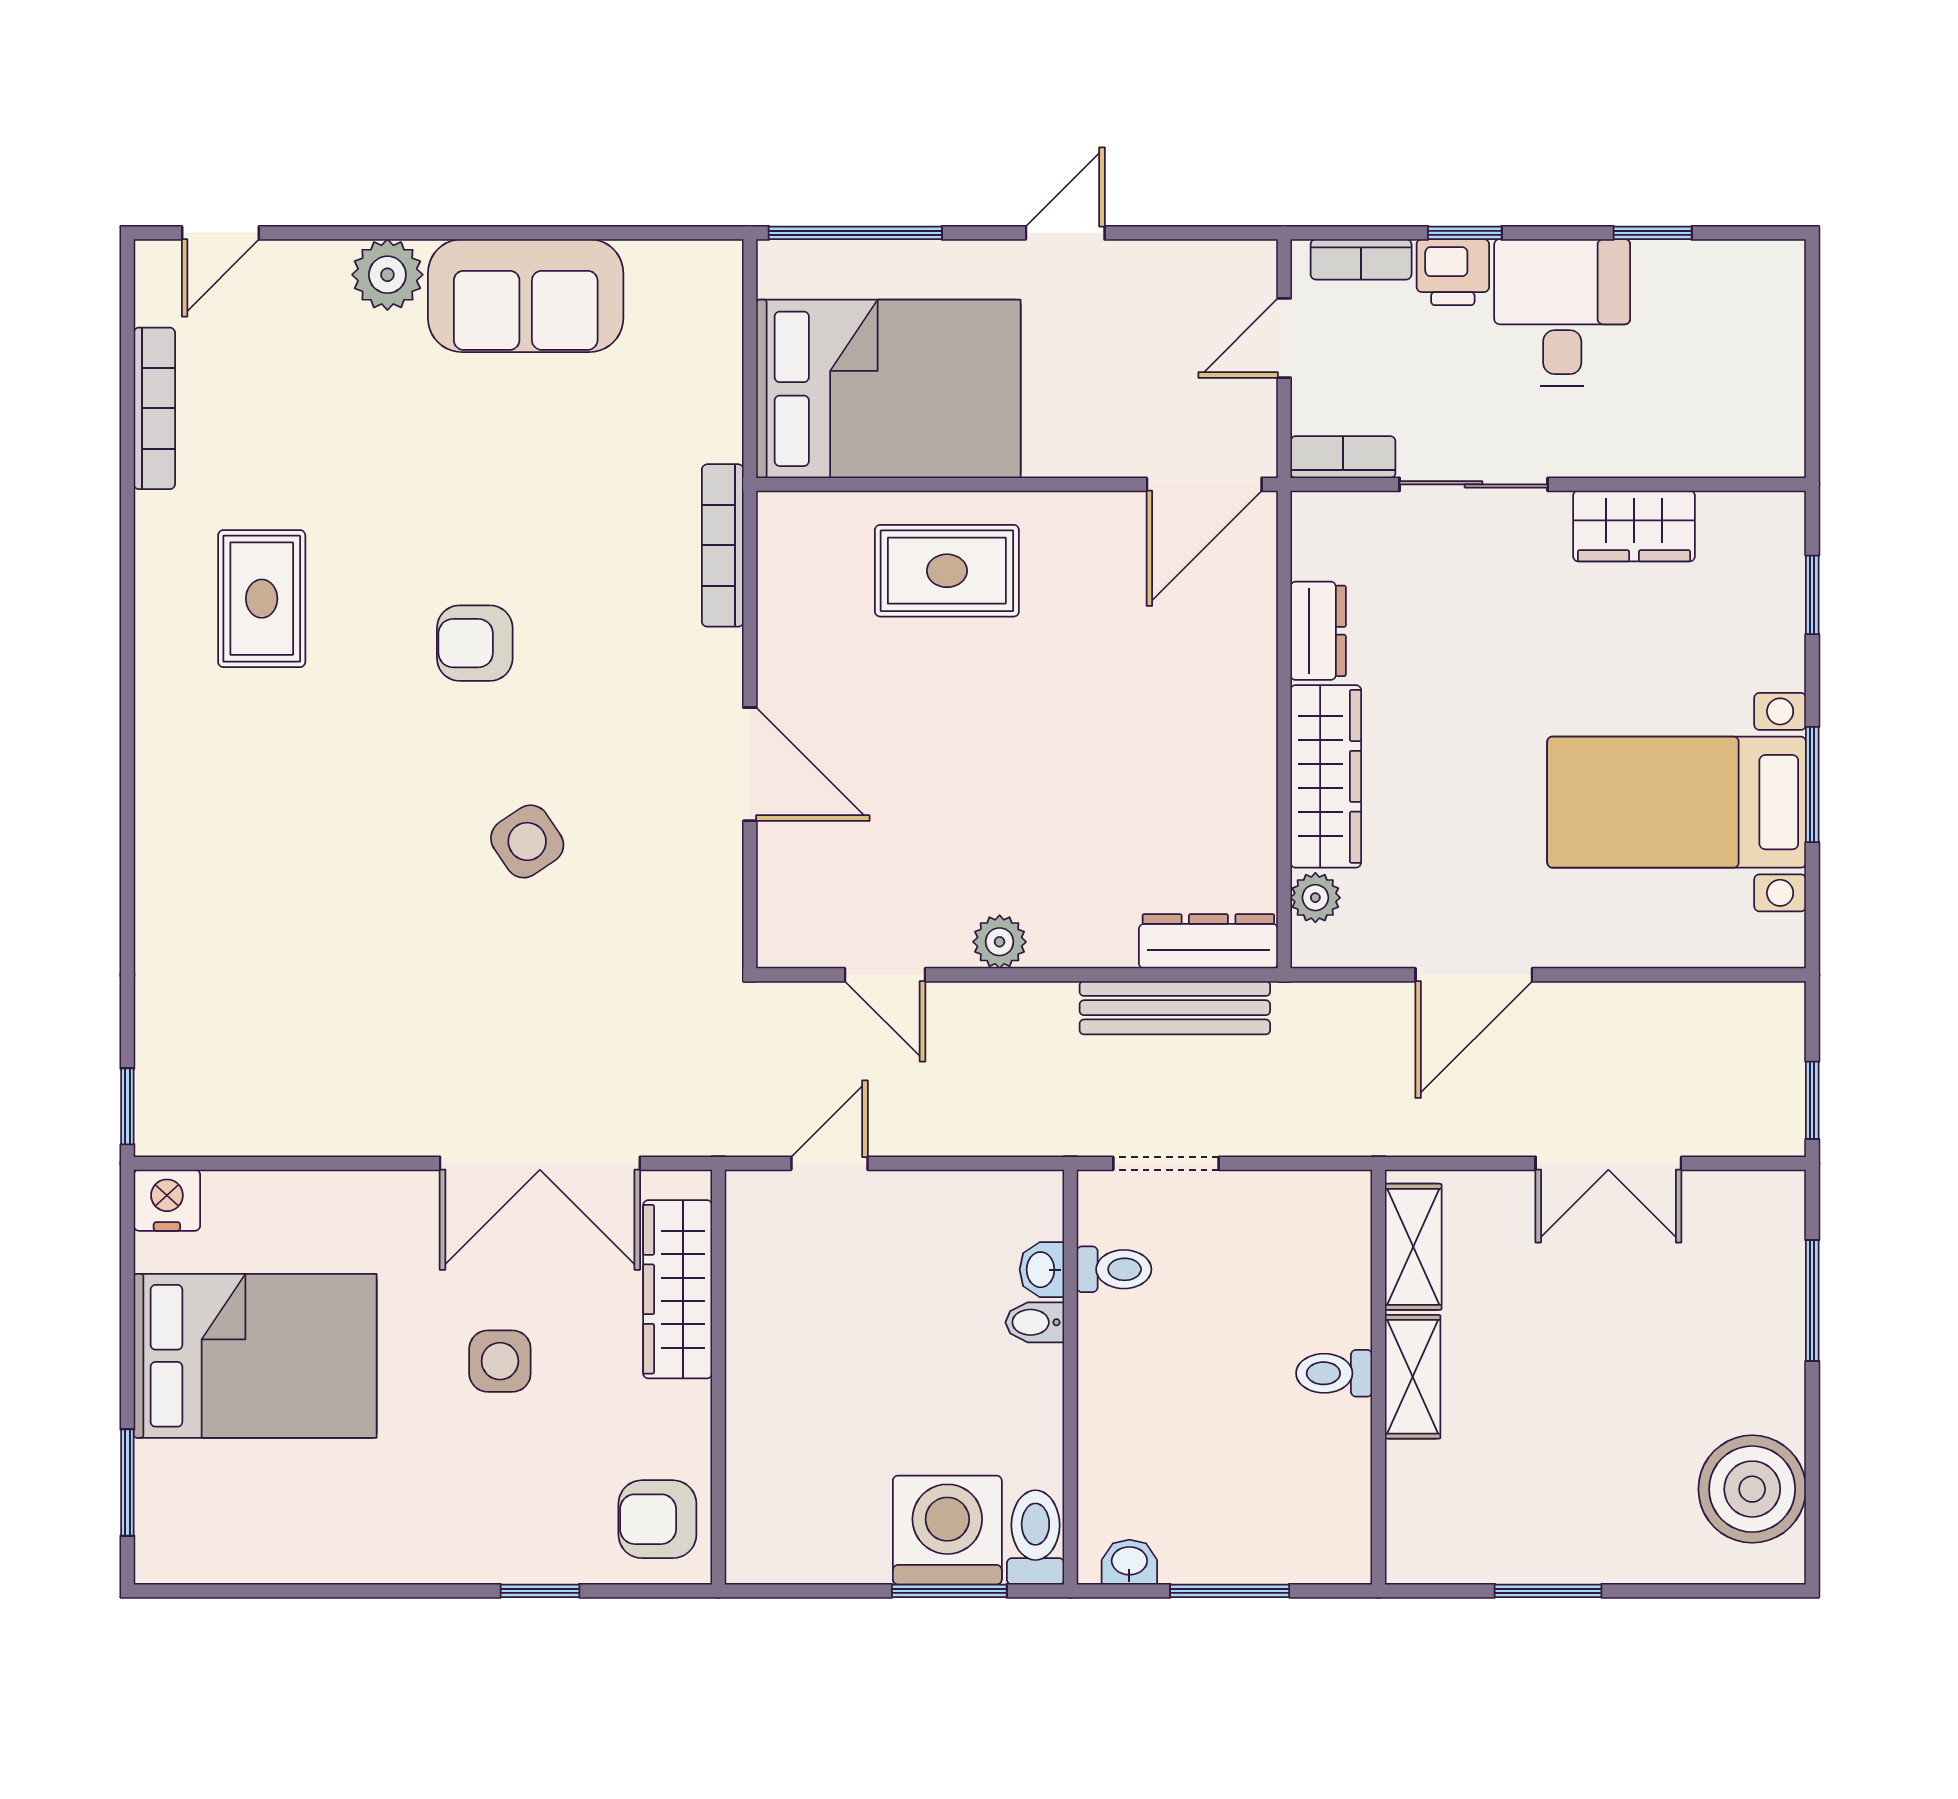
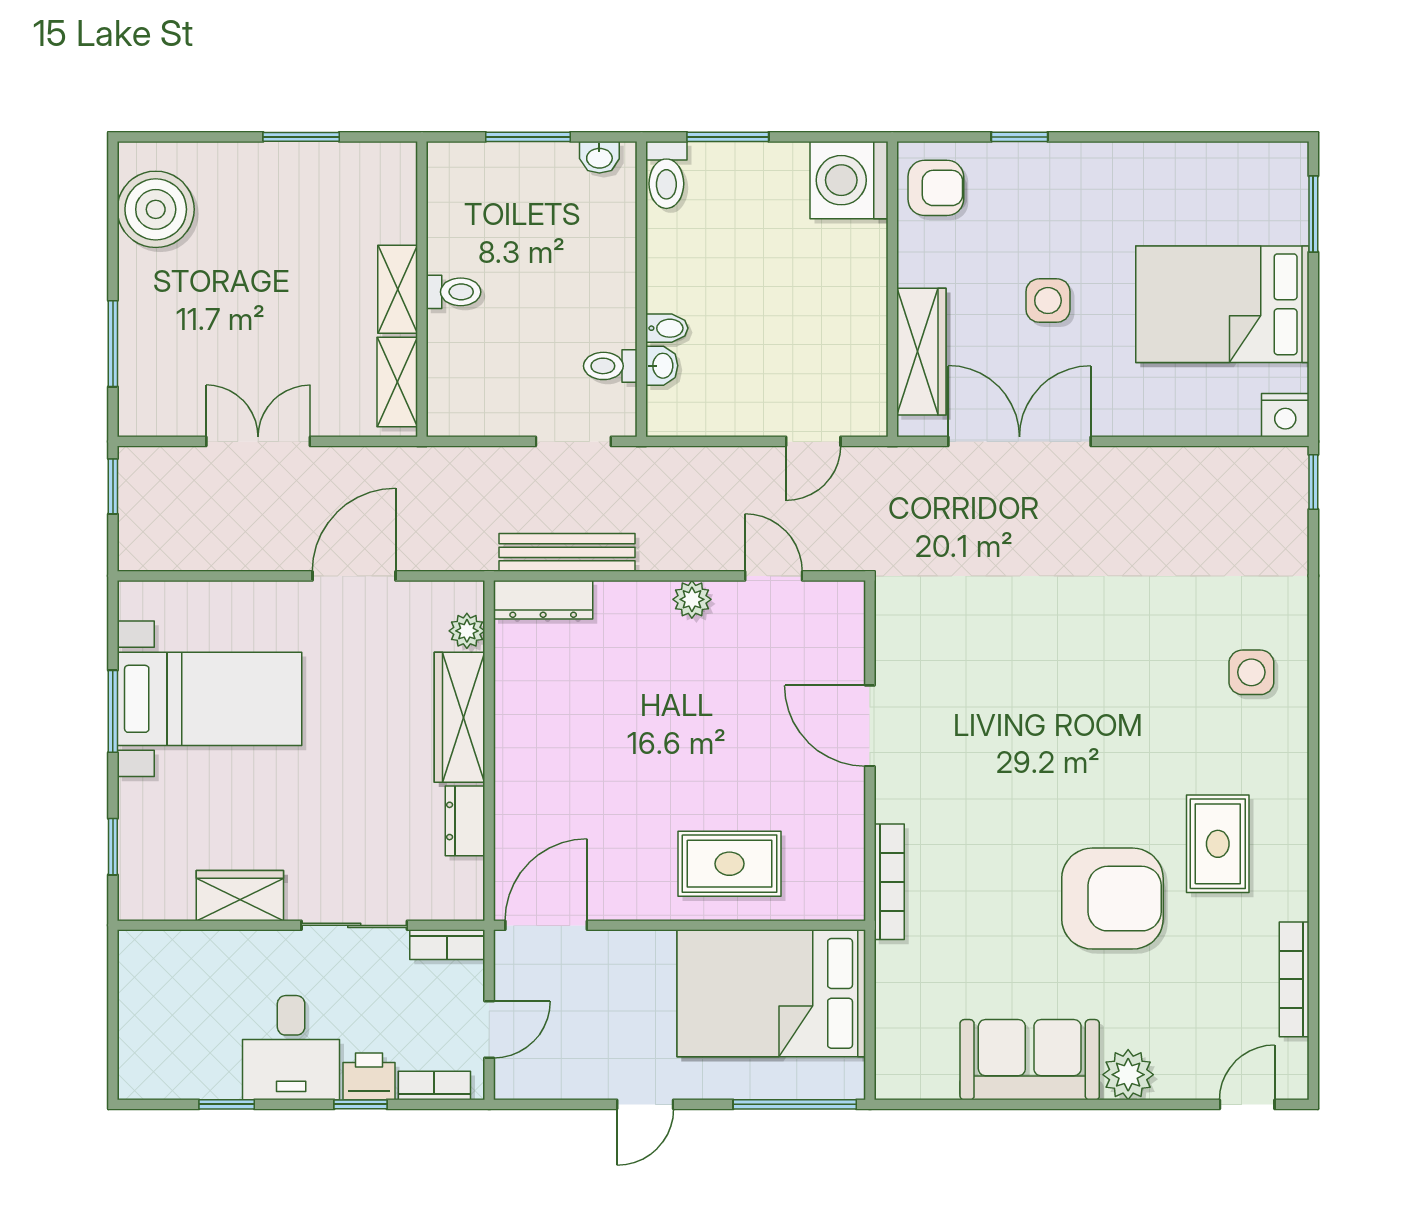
armchair: (475, 643) -> (1112, 899), moved, width x1.88, depth x1.88
side table: (527, 841) -> (1251, 672), moved, turned 34
washing machine: (947, 1530) -> (849, 180), moved, turned 90

